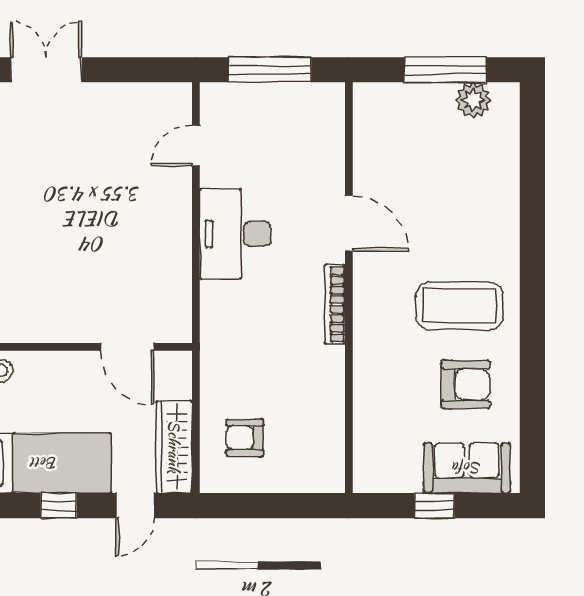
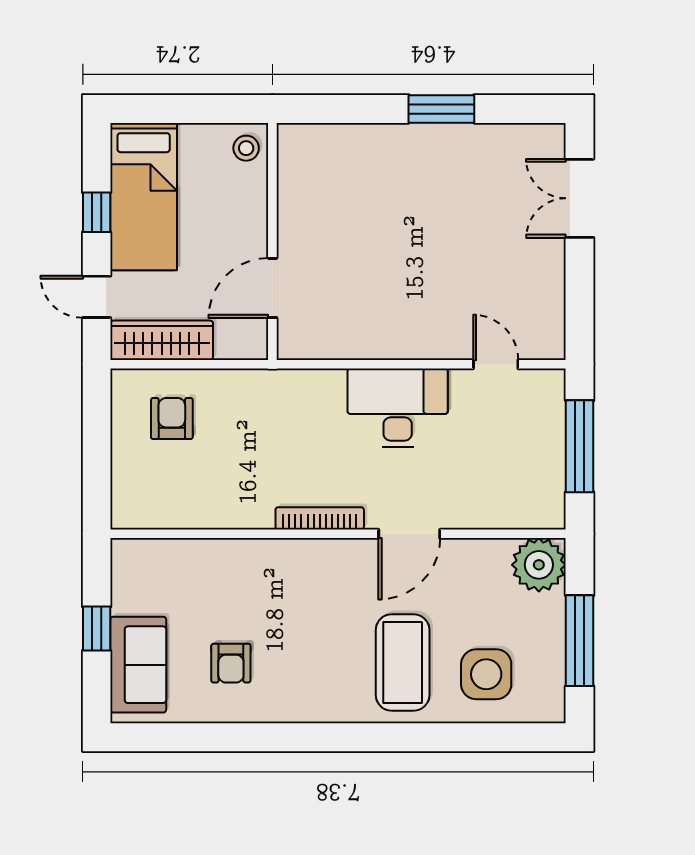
double door: (46, 70) -> (580, 198), swing flipped
plant: (473, 100) -> (539, 565), moved, width x1.36, depth x1.36
side table: (476, 154) -> (486, 674), added
coffee table: (460, 306) -> (403, 662), moved
armchair: (466, 384) -> (231, 663), width x0.72, depth x0.72

